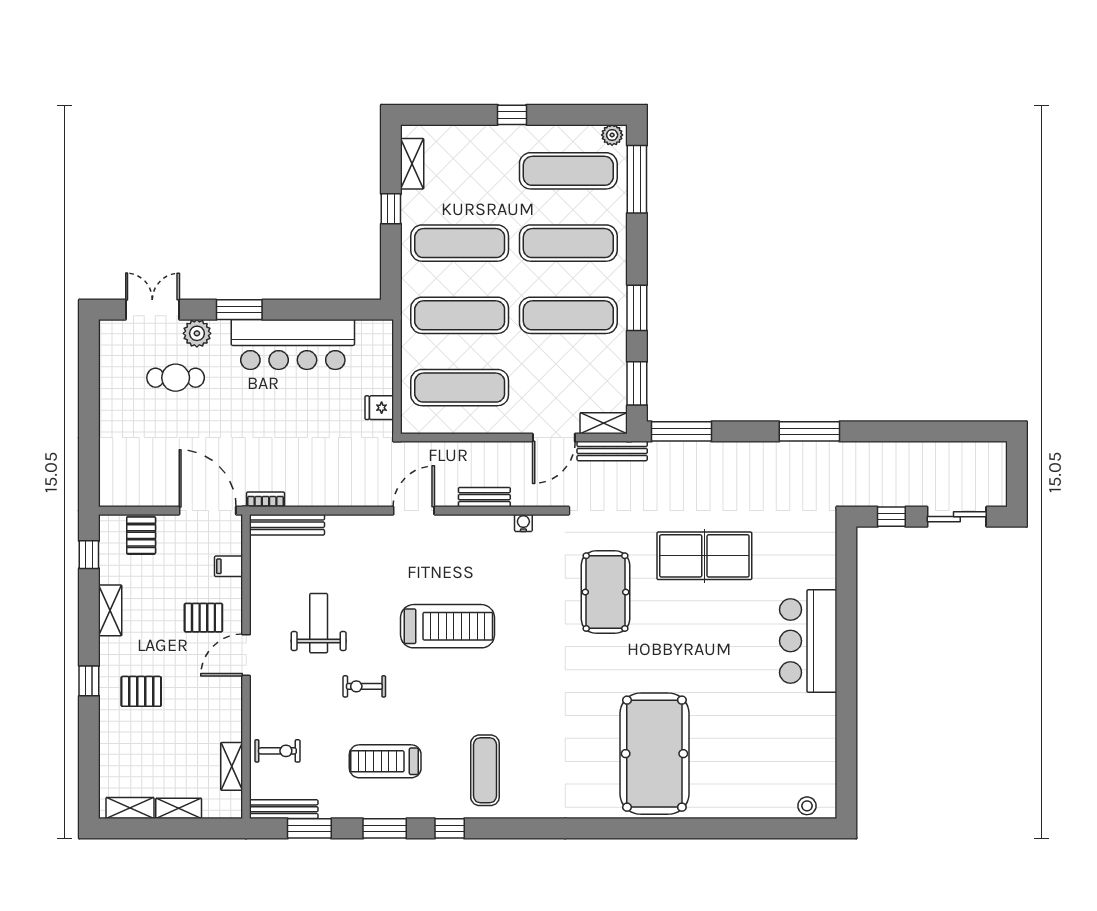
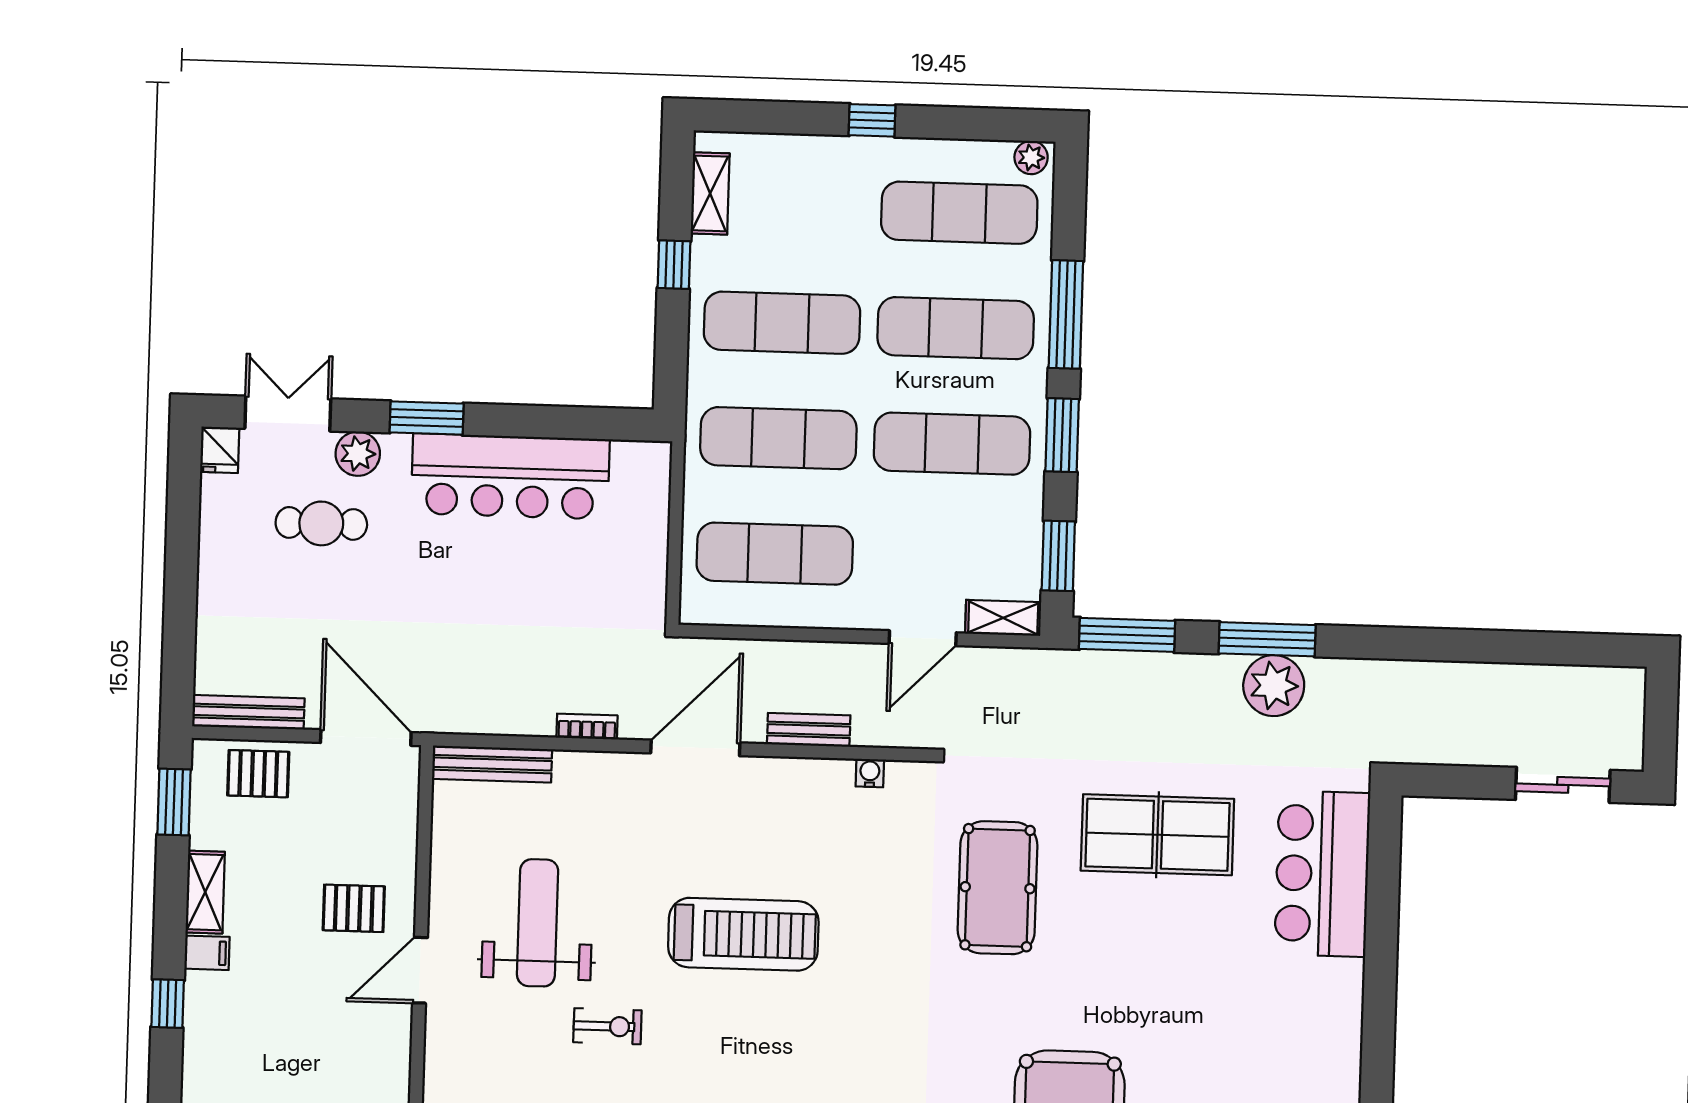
window: (637, 179) -> (1066, 314), moved
fridge: (379, 408) -> (220, 450), moved, turned -90
window: (809, 431) -> (1267, 639), moved
bench: (612, 451) -> (248, 712), moved
plant: (774, 460) -> (1274, 686), added
bookcase: (266, 499) -> (587, 727), moved
door: (414, 511) -> (695, 748), width x1.36
window: (891, 517) -> (1458, 782), removed
pallet: (141, 535) -> (258, 774), turned 90
window: (89, 555) -> (174, 802), width x1.50
filing cabinet: (229, 566) -> (207, 953), moved, turned 180
weight bench: (319, 623) -> (538, 923), width x1.36, depth x1.33
bar counter: (808, 641) -> (1322, 874), moved
exercise bike: (364, 686) -> (607, 1026), turned 180
pallet: (141, 691) -> (251, 1023), removed

